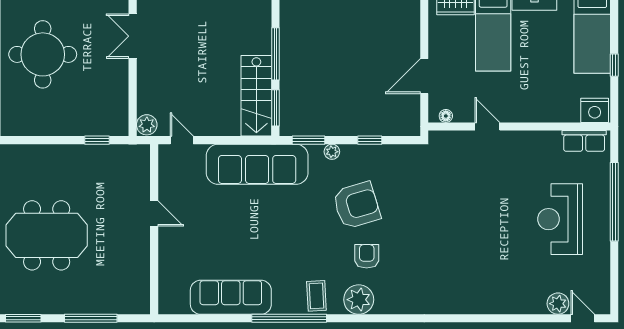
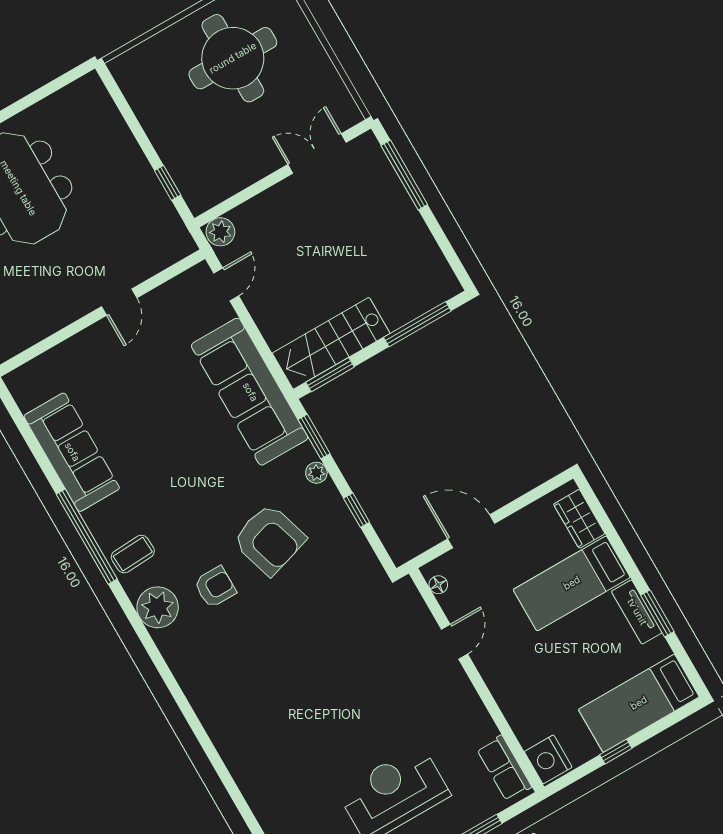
window: (276, 54) -> (417, 324), moved

